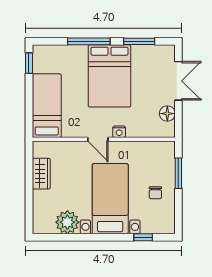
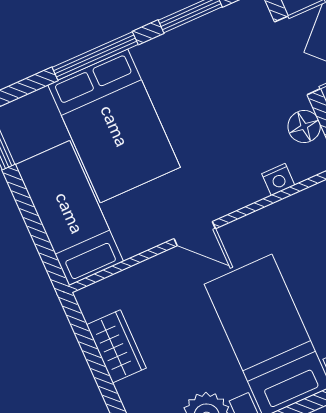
bed: (110, 76) -> (114, 126), moved
nightstand: (119, 132) -> (278, 179), moved

